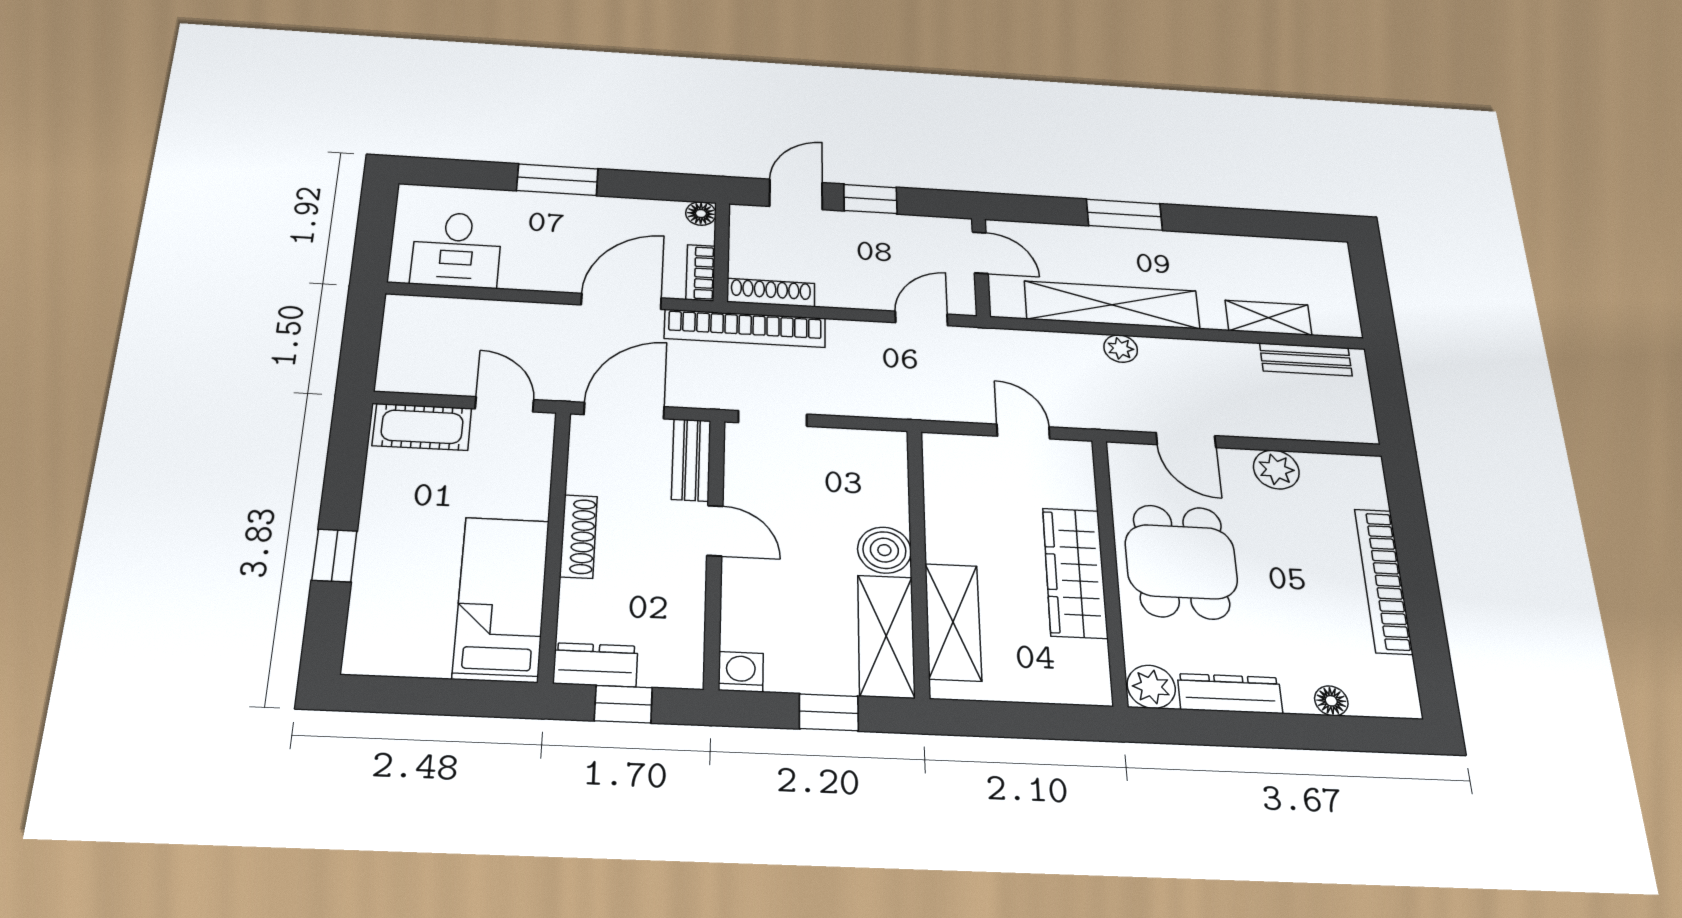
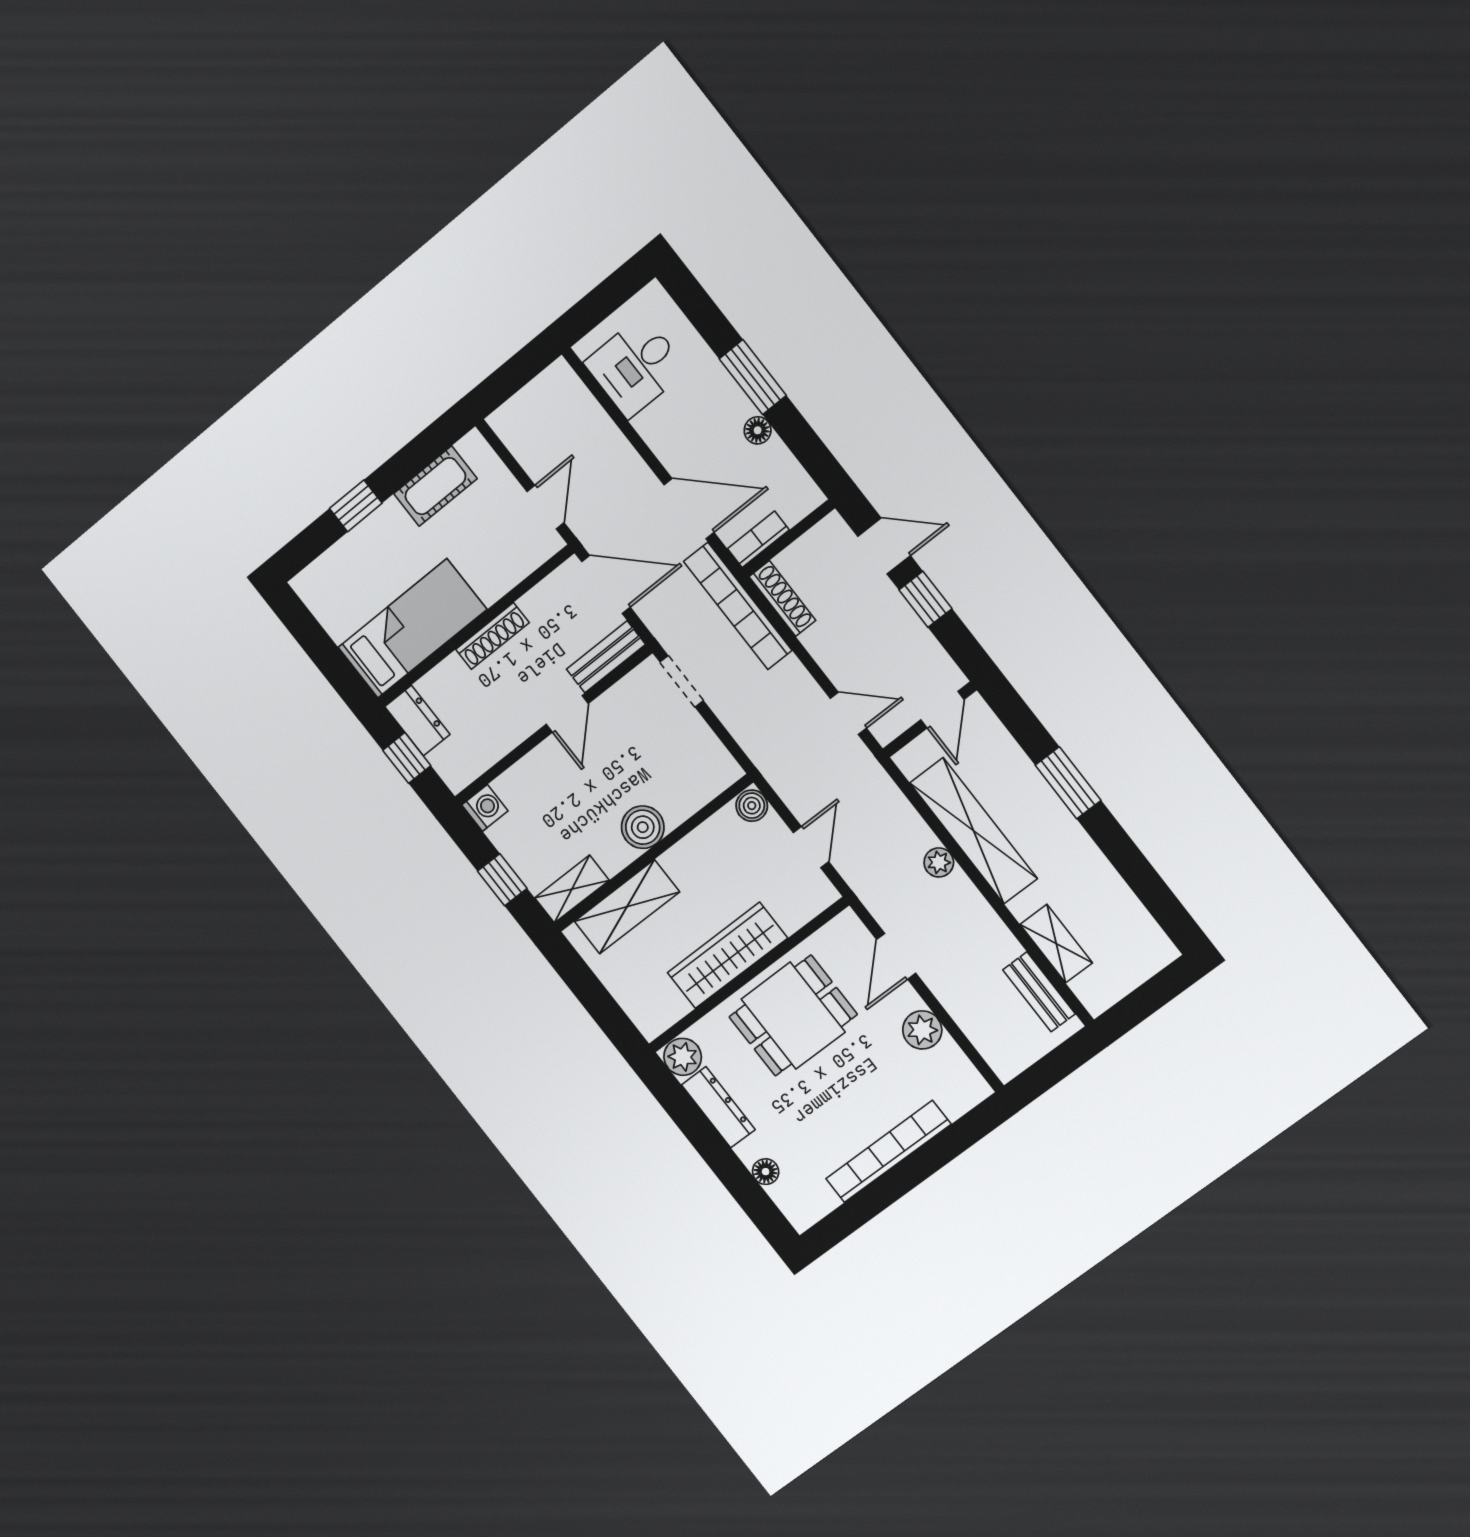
floor lamp: (701, 213) -> (758, 430), moved
cot: (422, 427) -> (435, 486), moved, turned 90
boiler: (942, 449) -> (752, 806), added
shelving: (886, 636) -> (572, 889), width x0.67, depth x0.75

